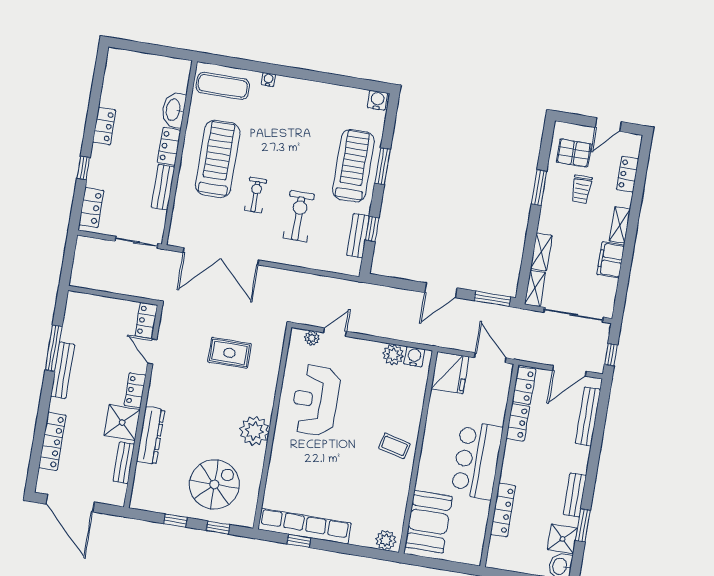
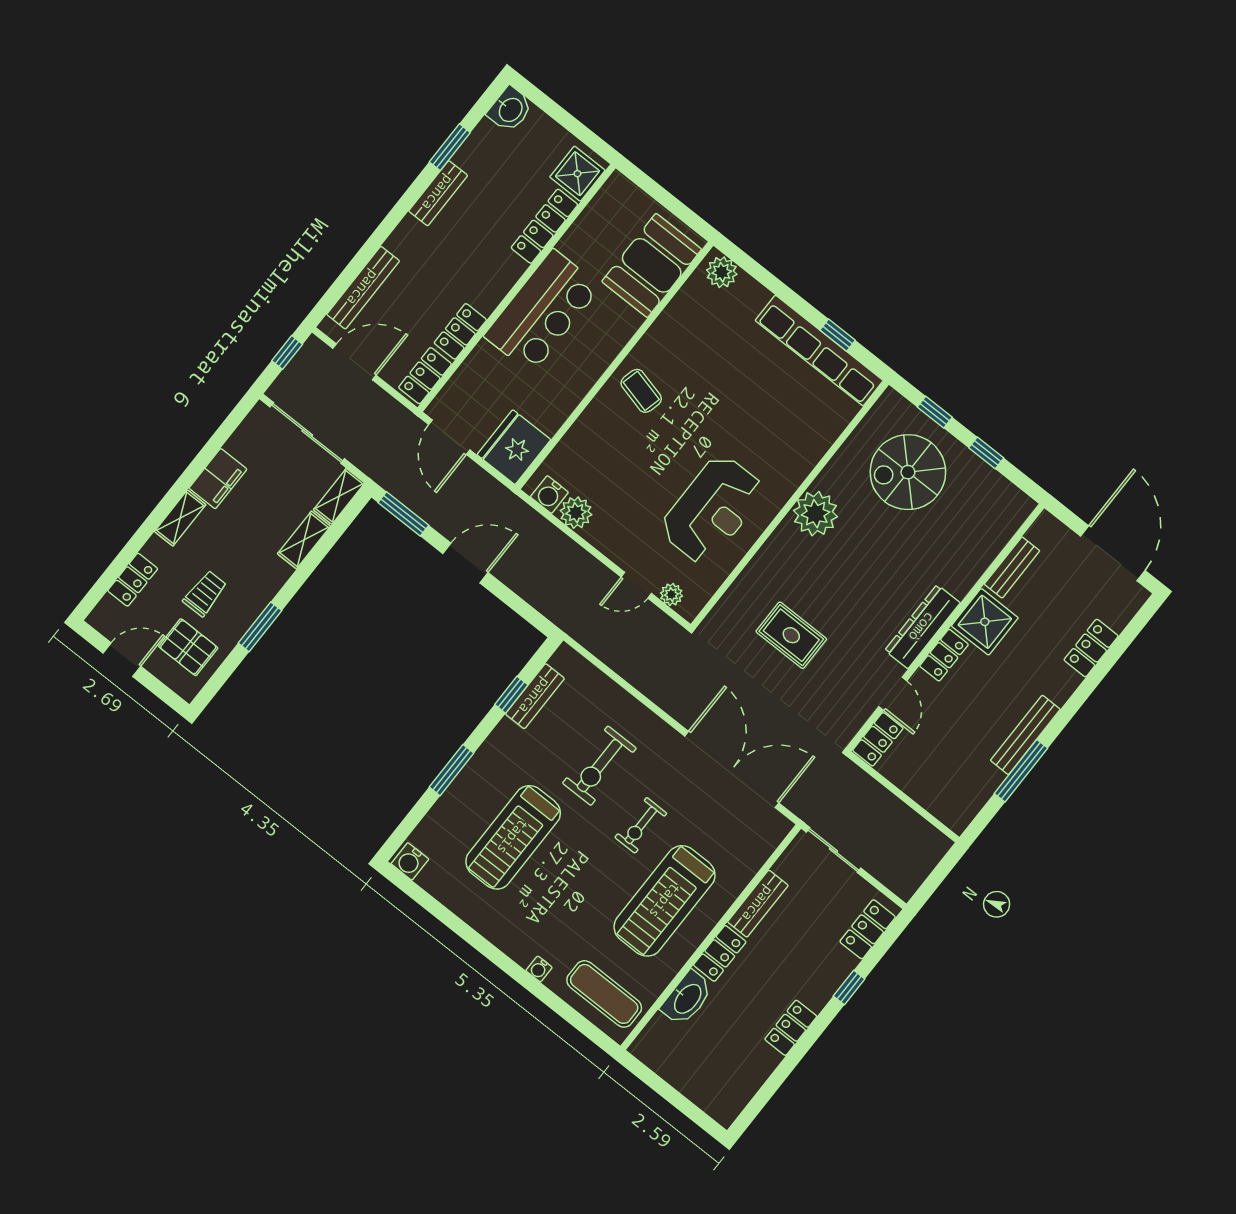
treadmill: (353, 166) -> (513, 837), moved
dresser: (151, 436) -> (922, 627), moved
locker: (52, 441) -> (1091, 648), width x0.66
shower: (563, 539) -> (577, 174), moved

